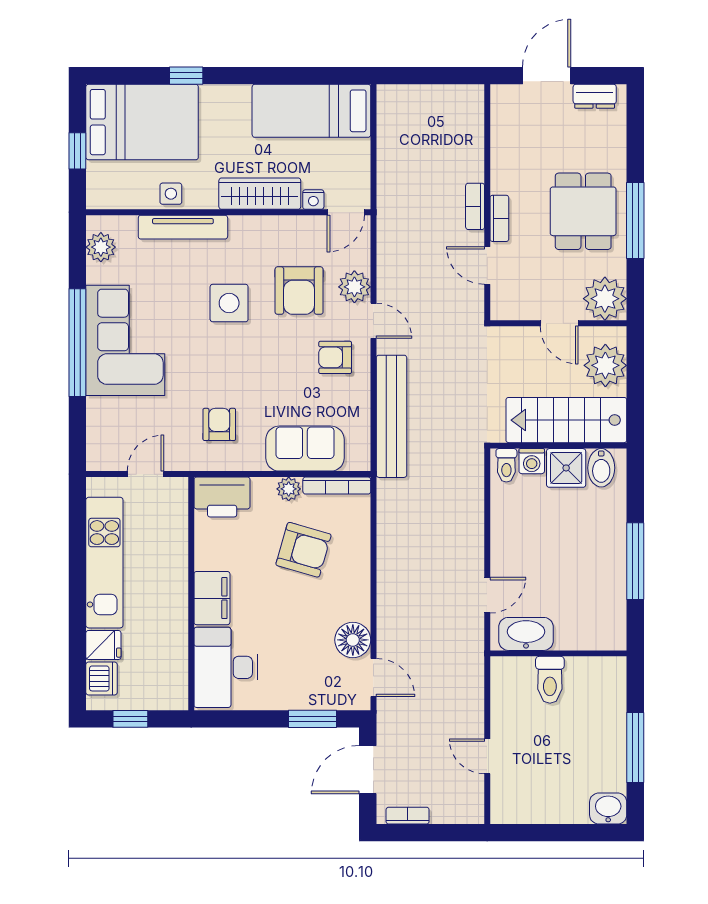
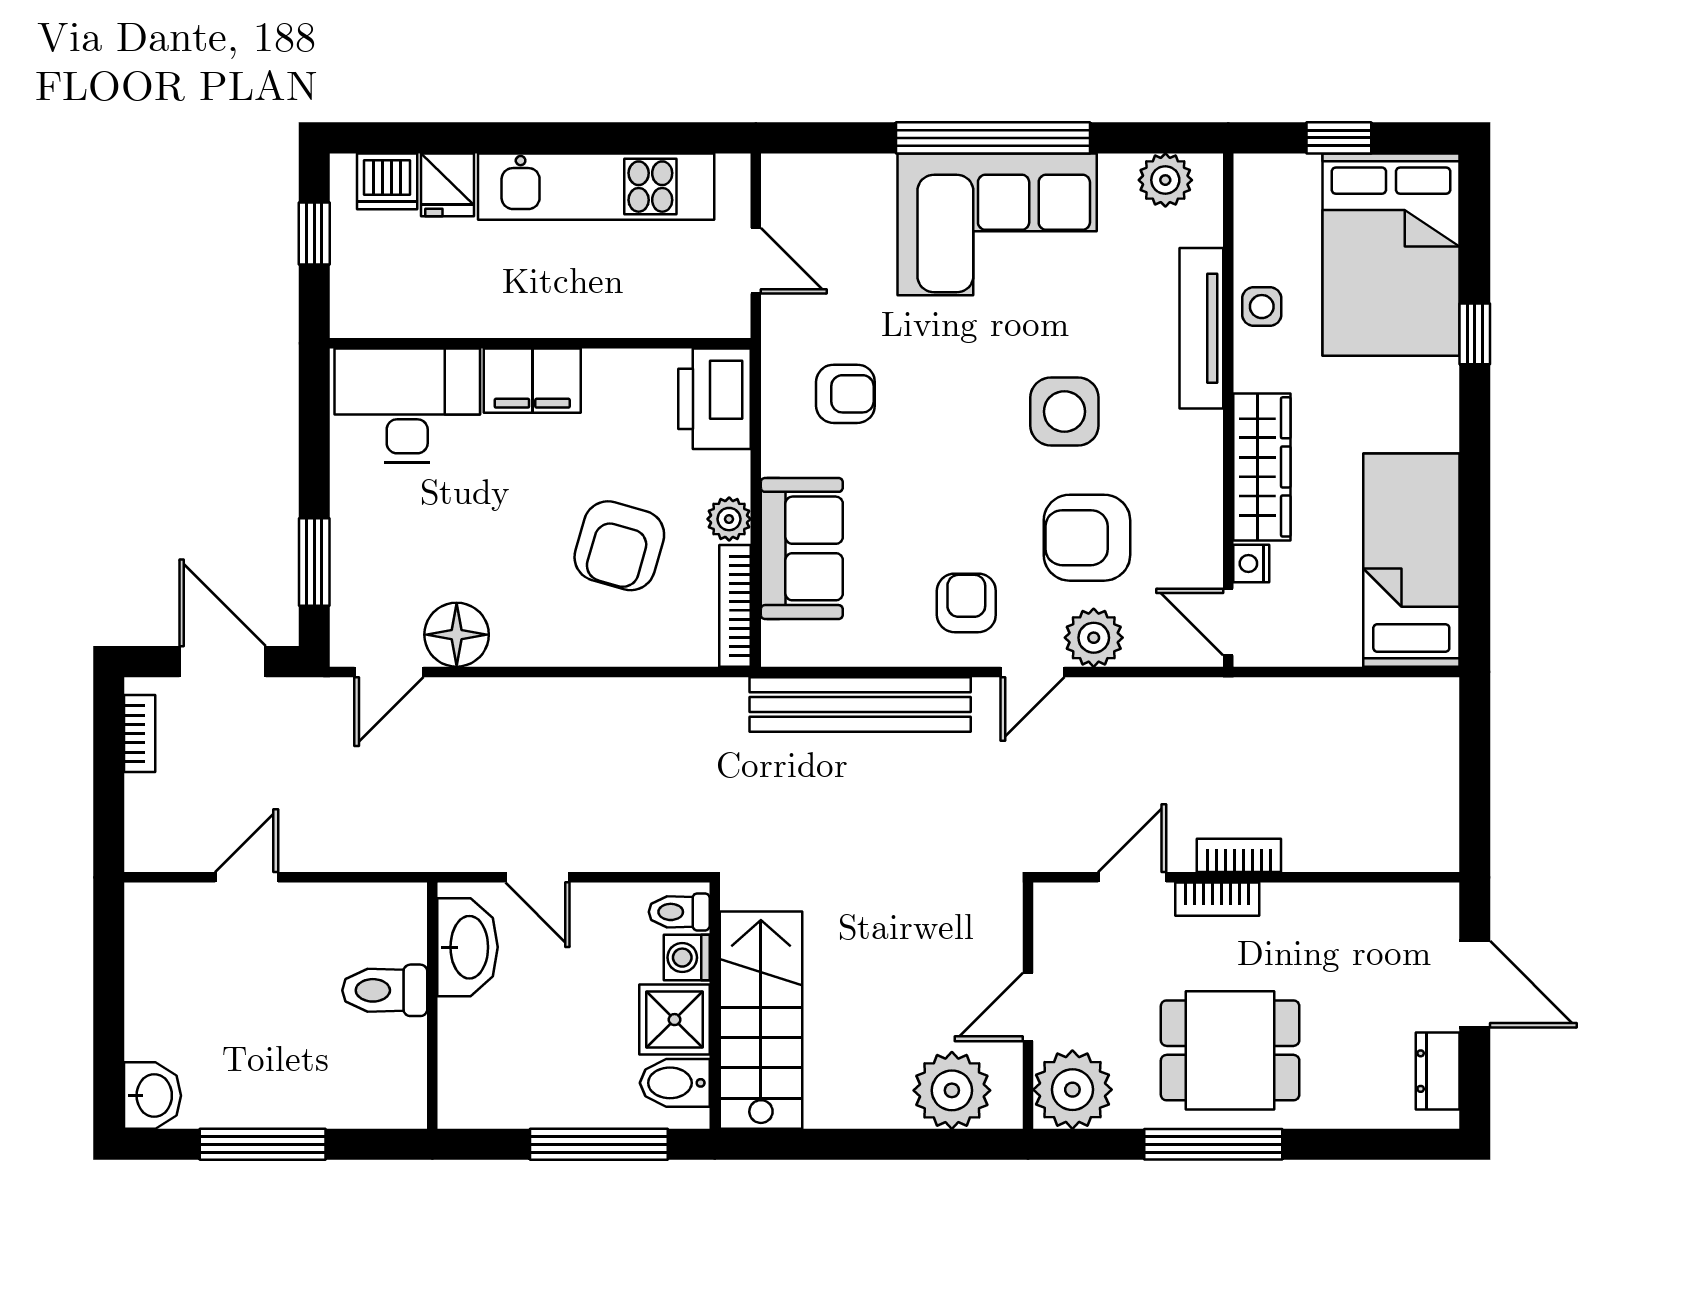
stairs: (566, 420) -> (761, 1020), moved
wall: (558, 446) -> (715, 1006), moved
washing machine: (532, 461) -> (687, 958), moved
toilet: (506, 465) -> (679, 912), moved
shower: (566, 468) -> (675, 1020), moved
bidet: (601, 468) -> (675, 1083), moved

